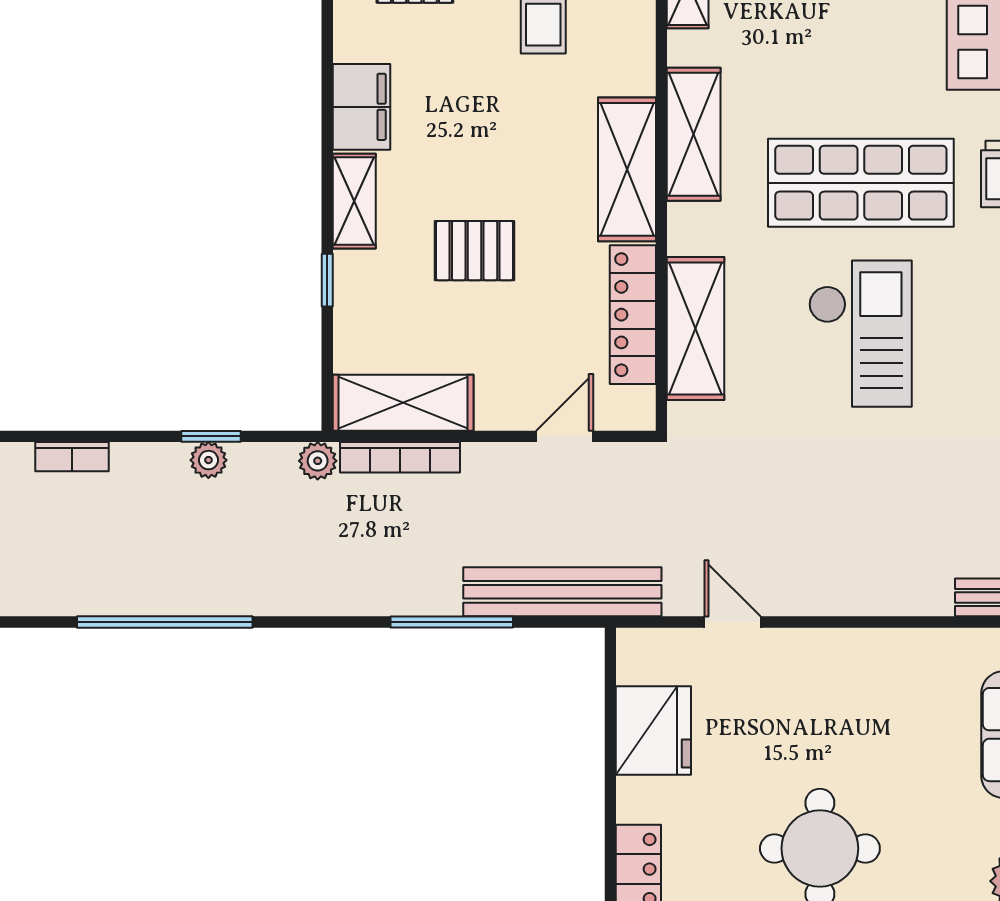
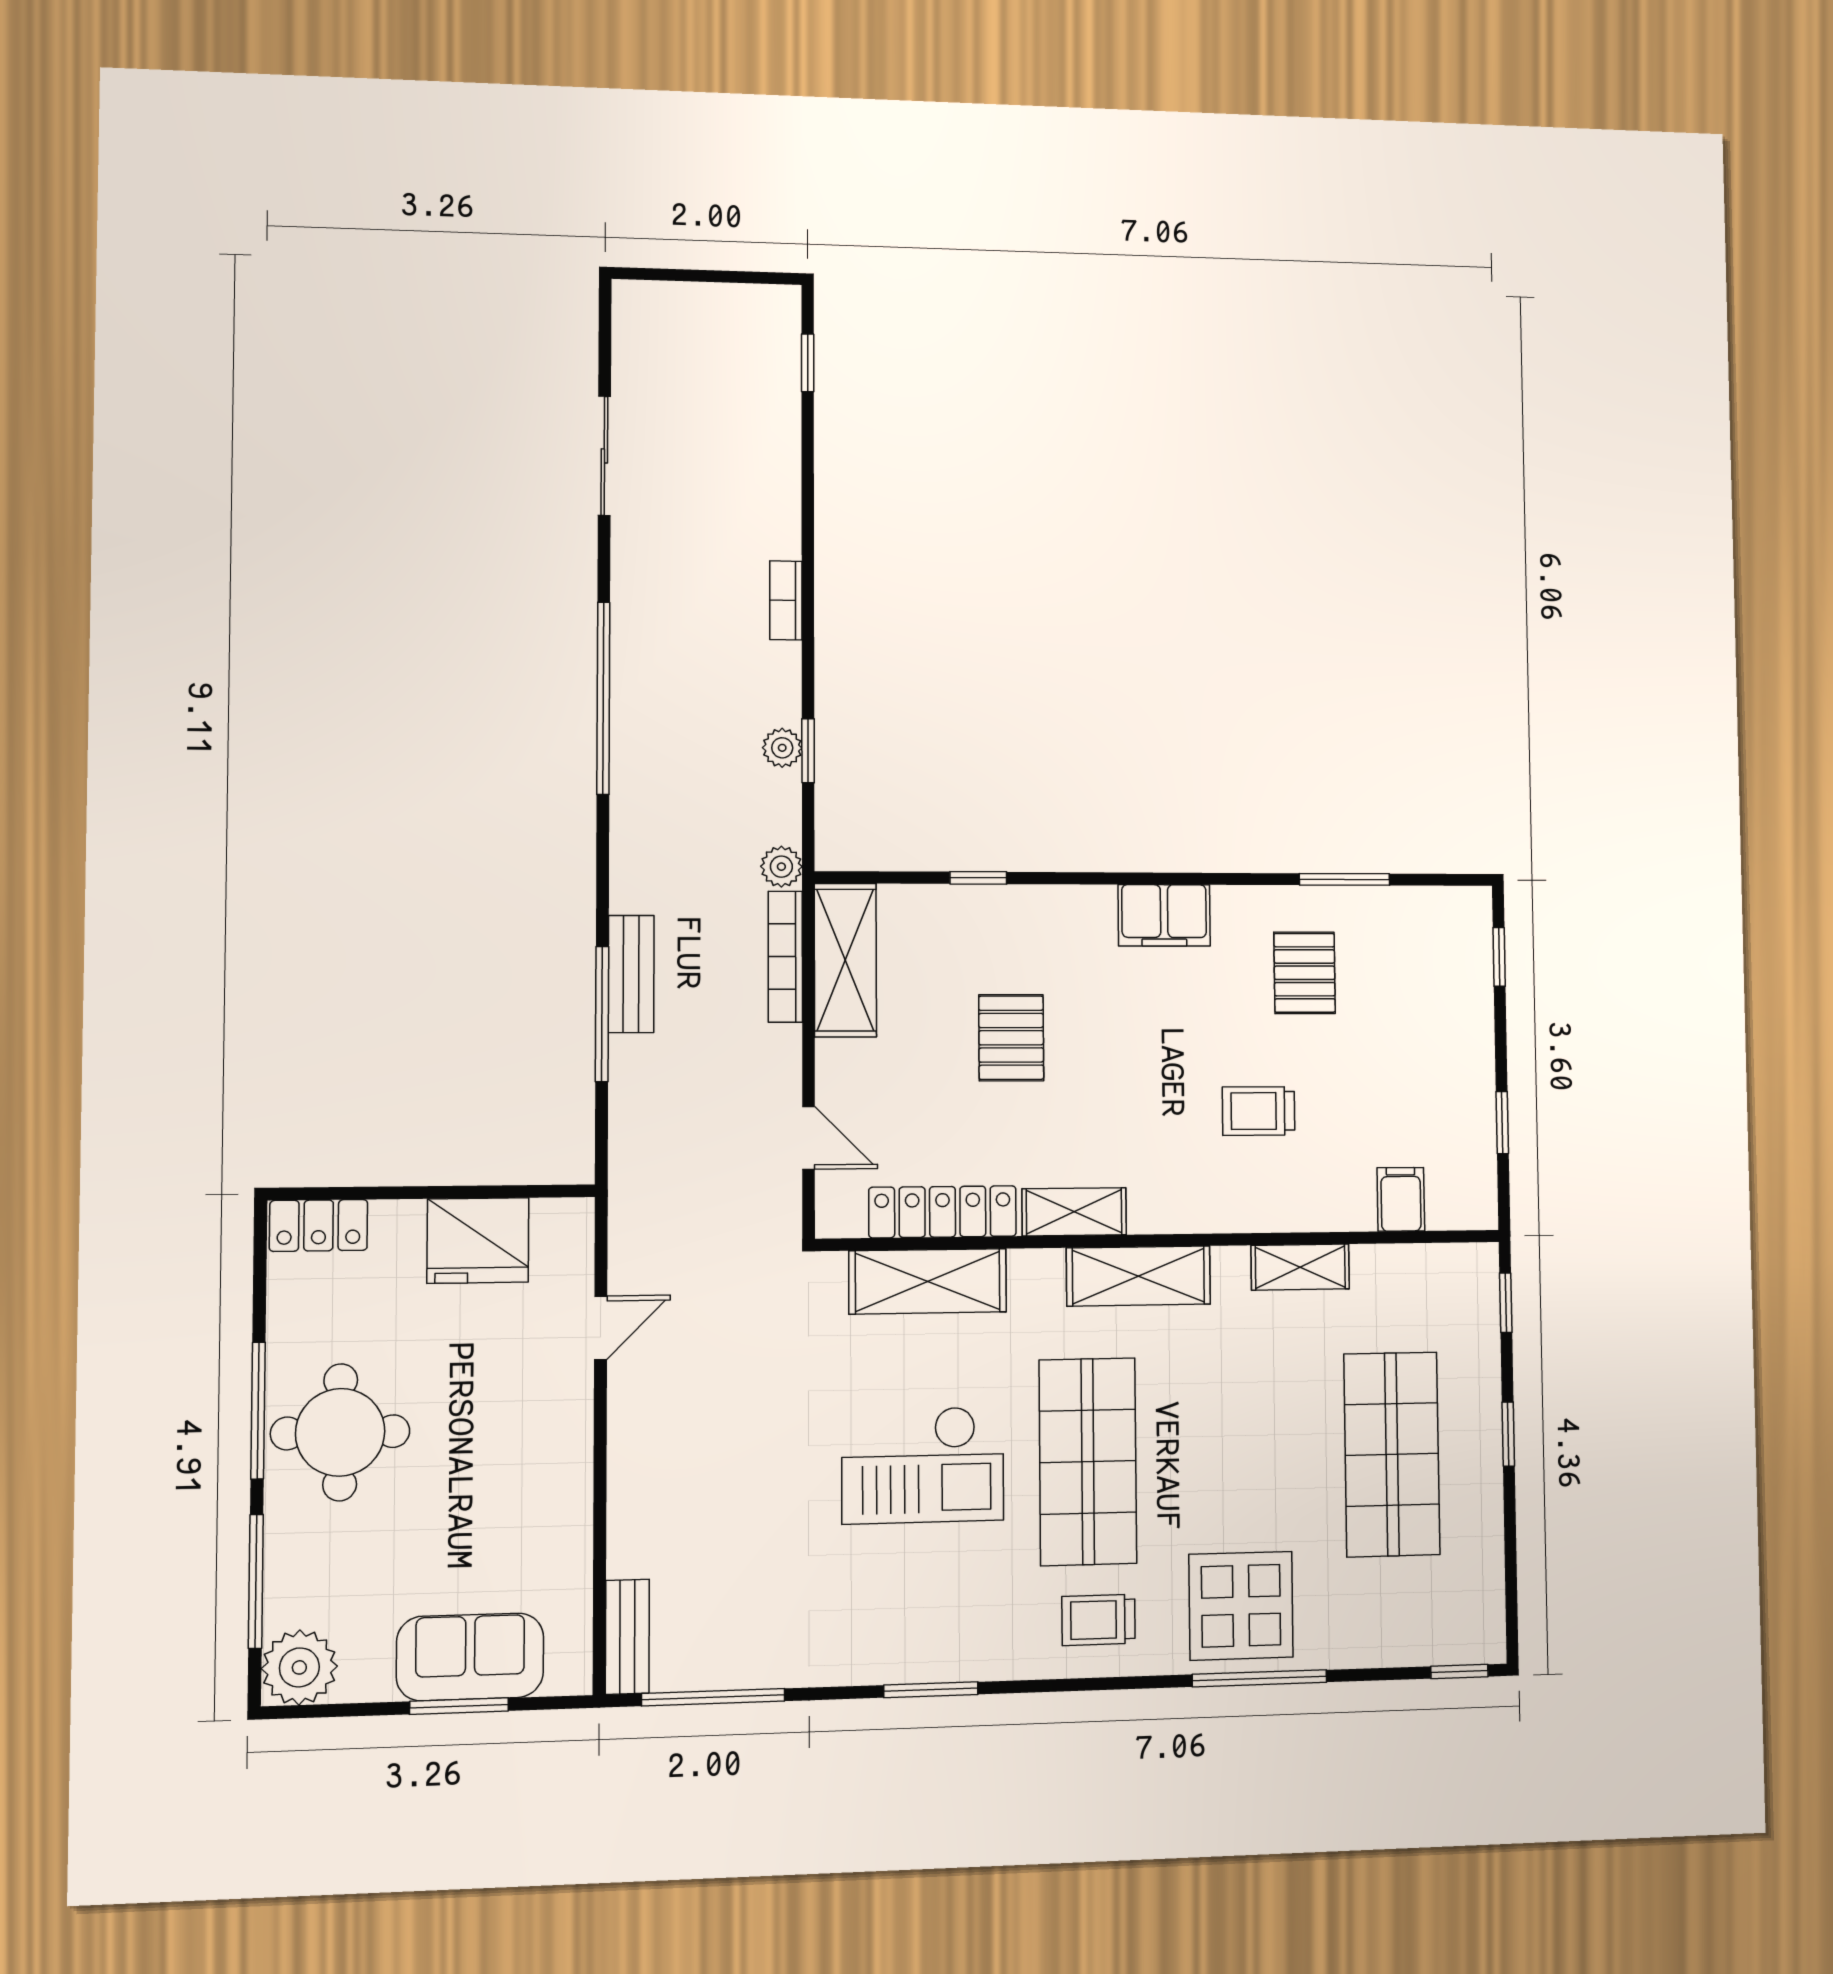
shelving: (627, 169) -> (1074, 1212), width x0.67, depth x0.75
shelving: (354, 201) -> (1064, 907), removed
bench: (562, 592) -> (631, 974), moved, width x0.54, depth x0.82

